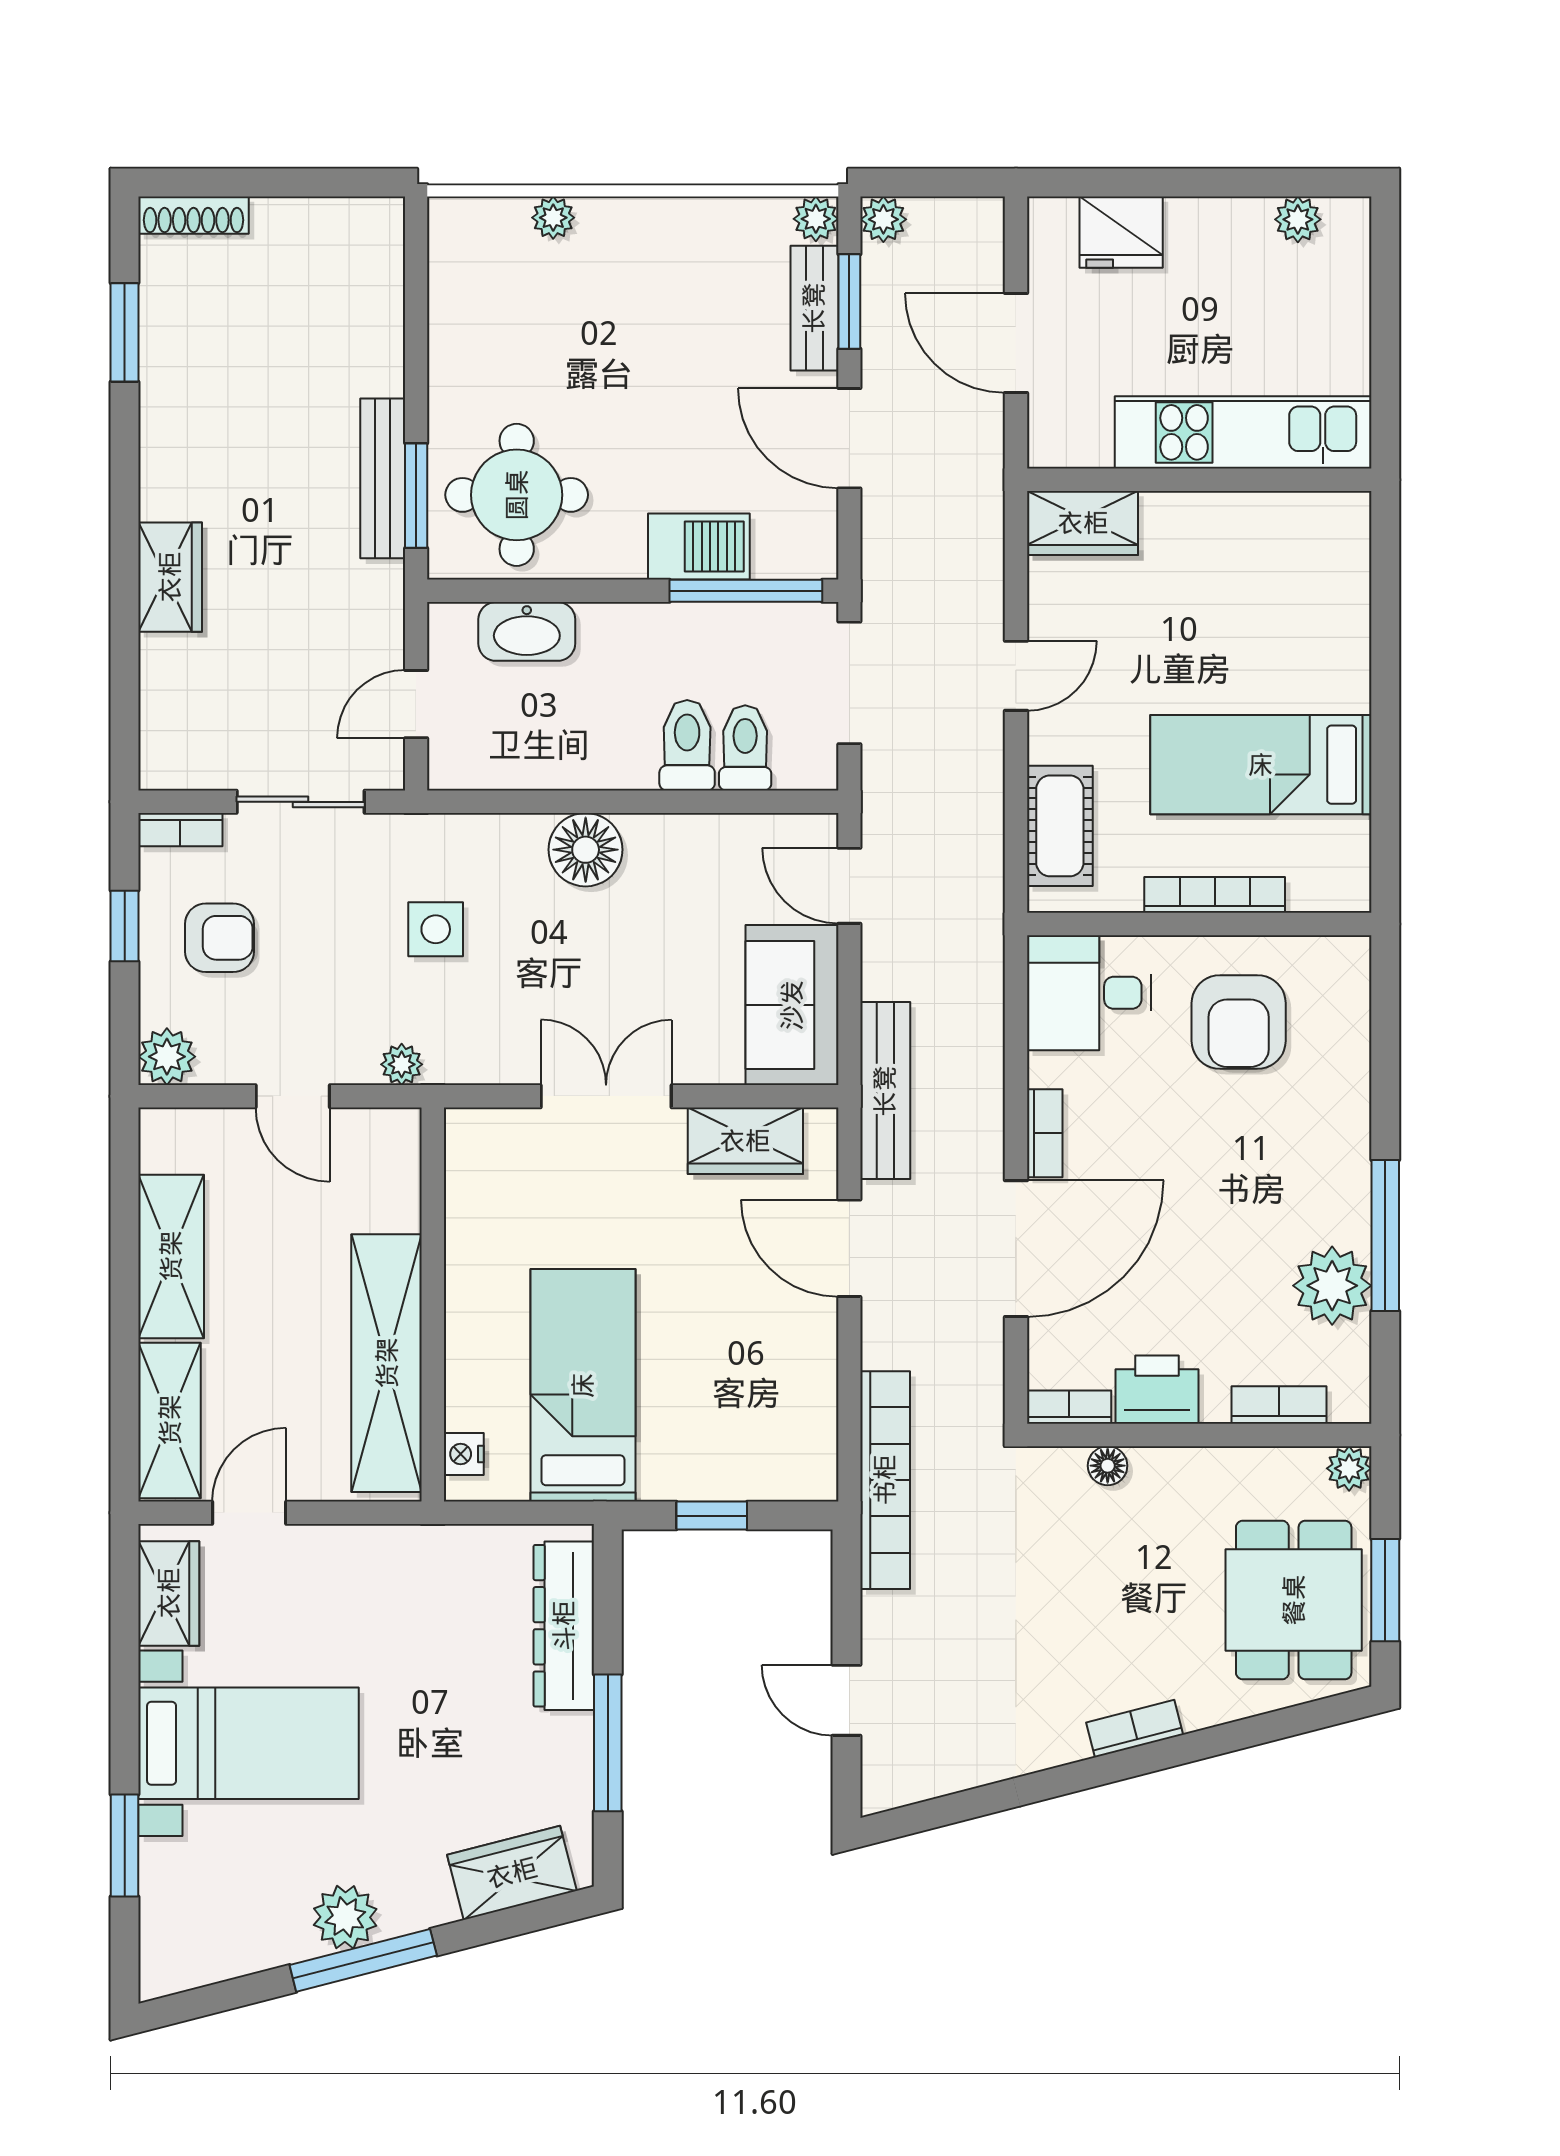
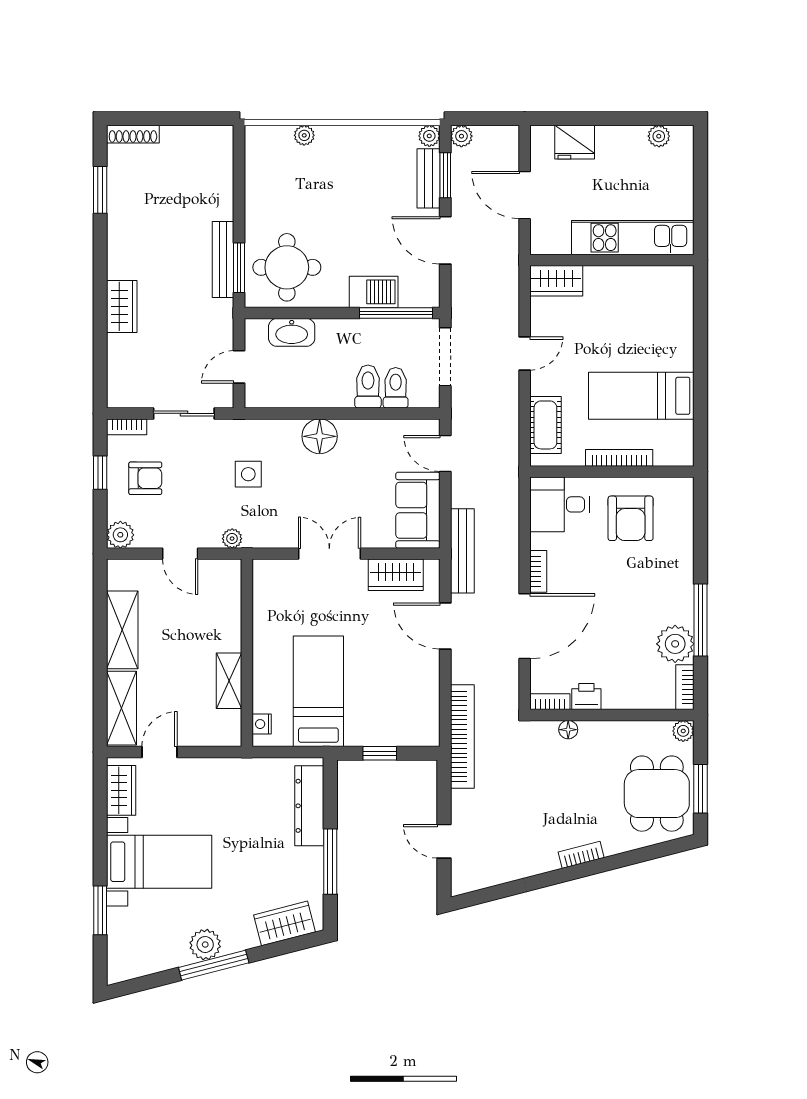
shelving: (387, 1363) -> (229, 681), width x0.45, depth x0.75
printer: (1157, 1390) -> (586, 697), width x0.73, depth x0.81
bookcase: (1279, 1405) -> (685, 687), moved, turned -90

